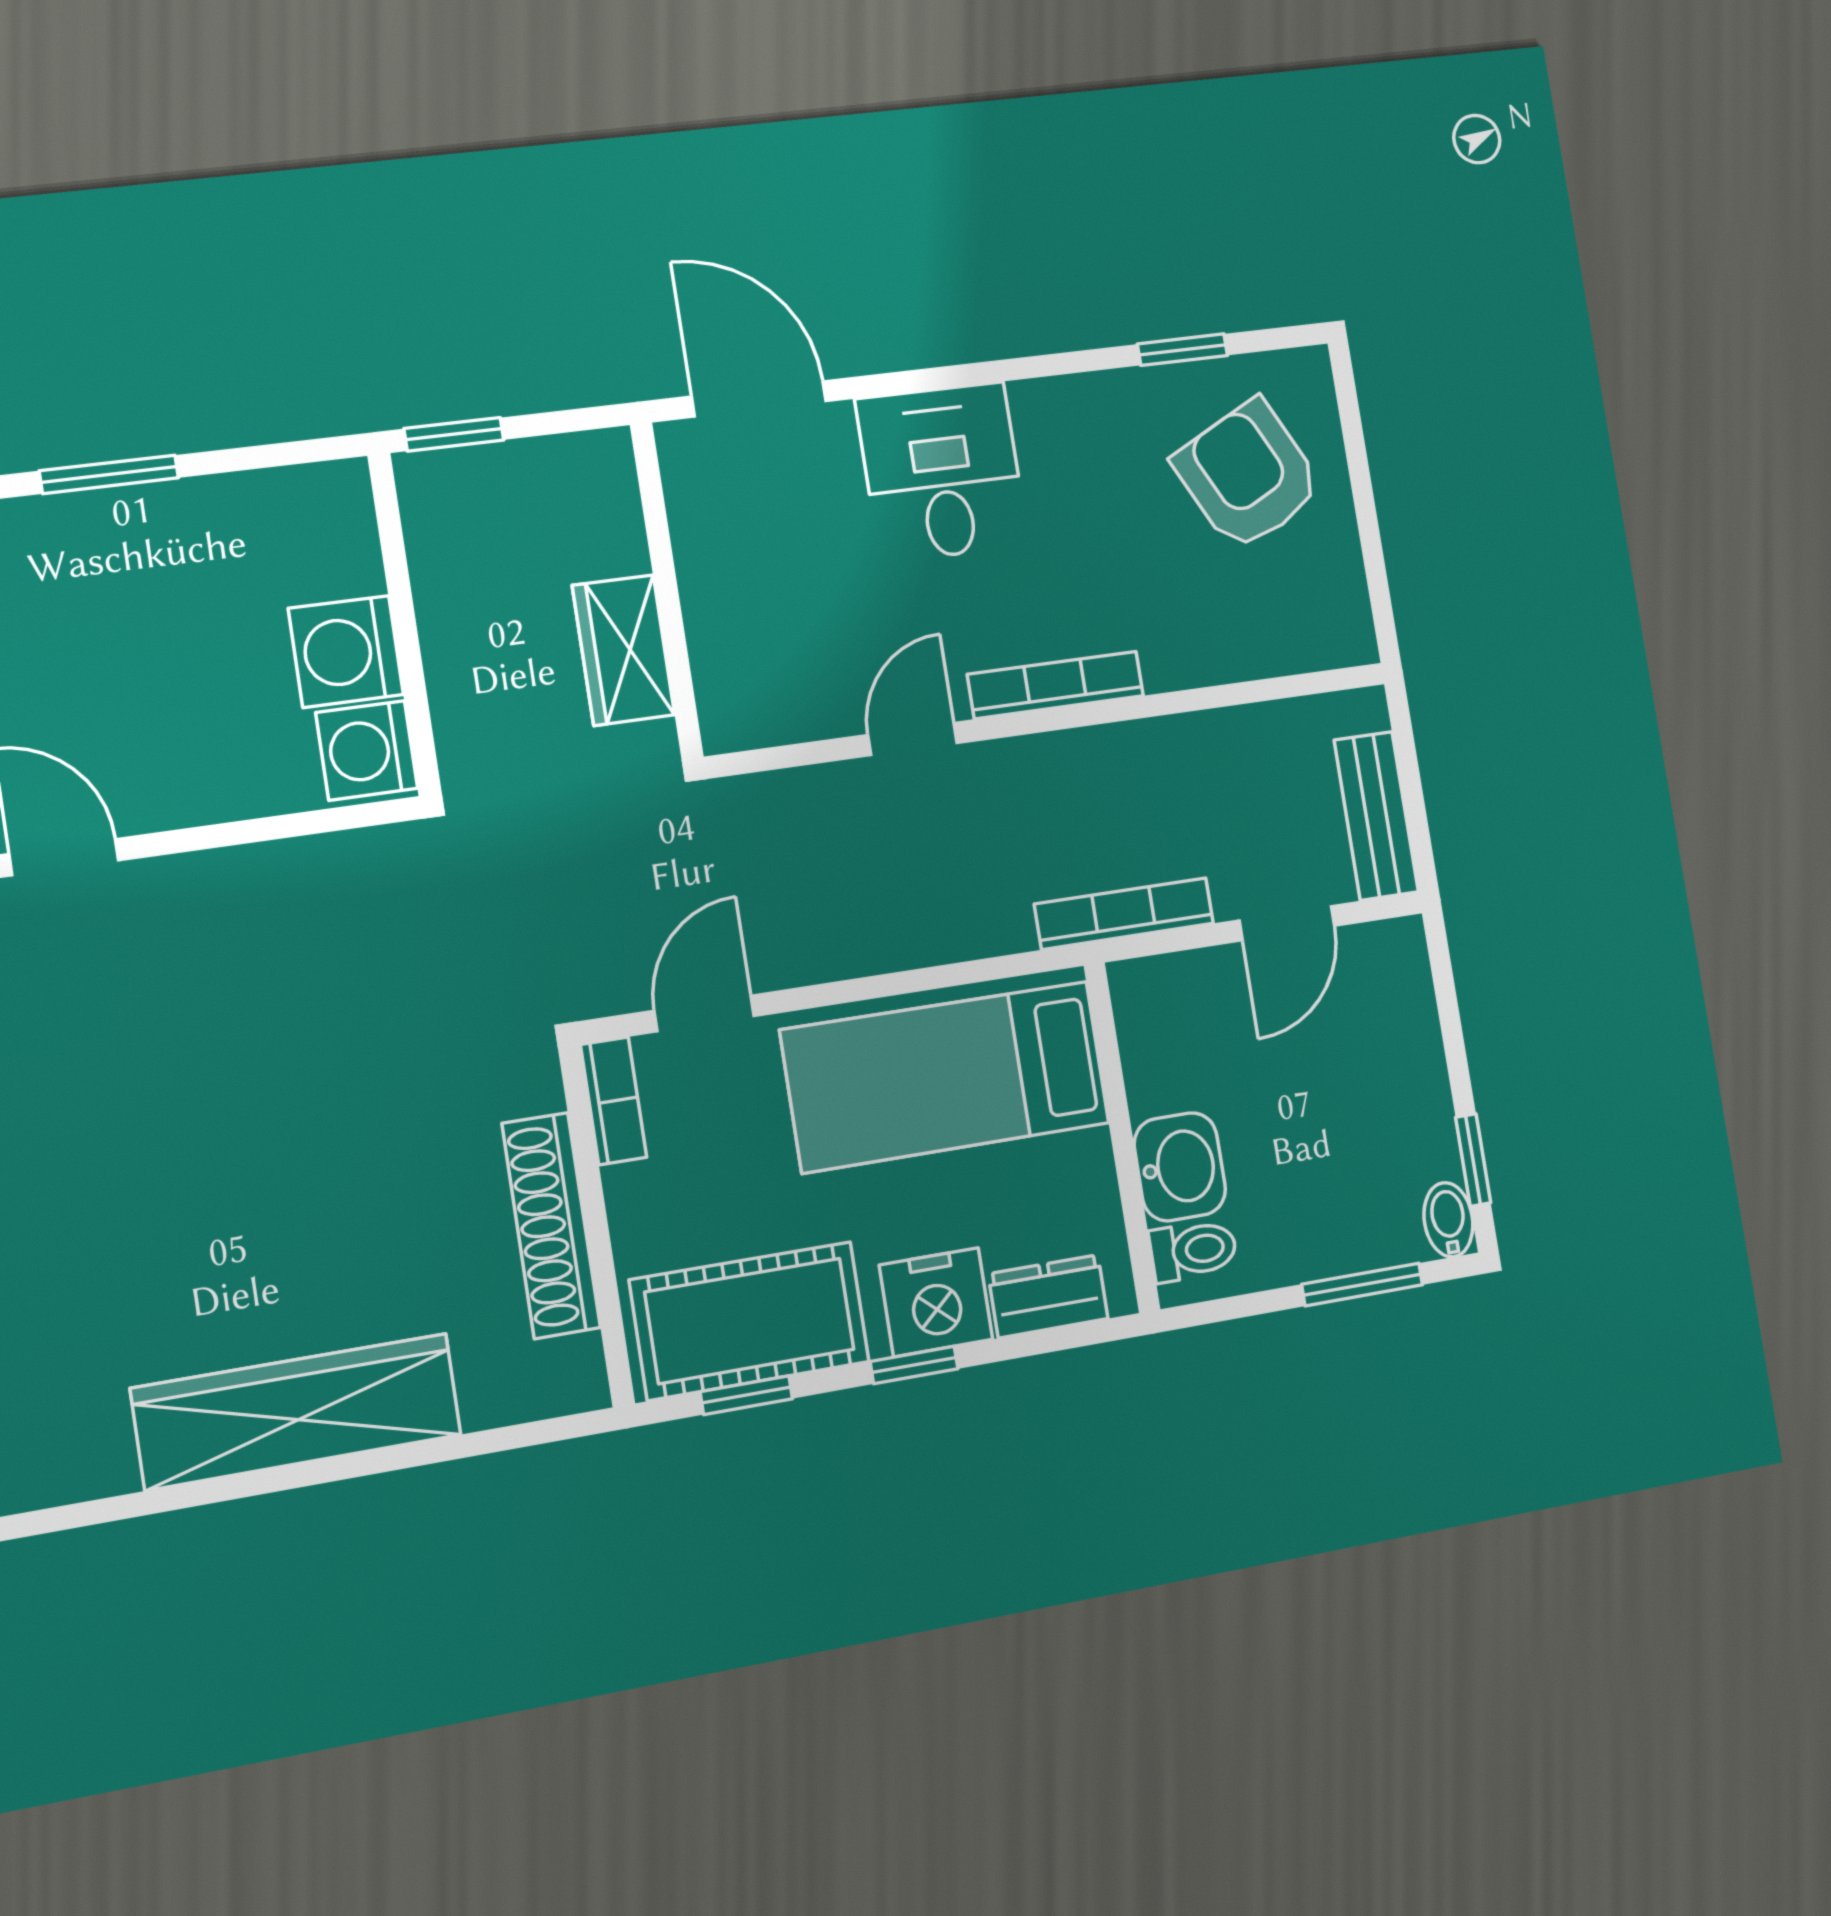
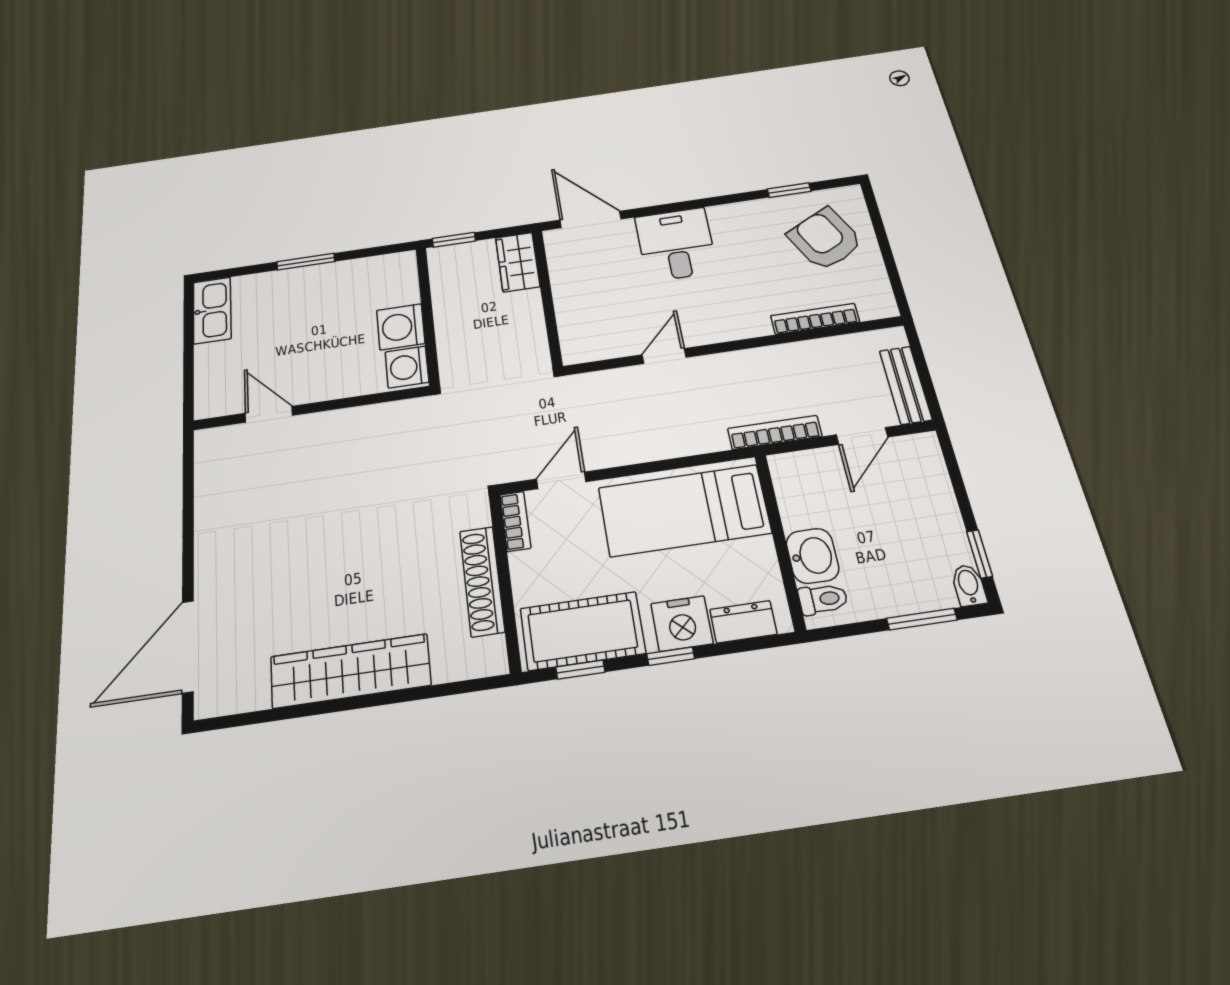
wardrobe: (624, 650) -> (518, 262), moved
bookcase: (1056, 685) -> (815, 319), moved

